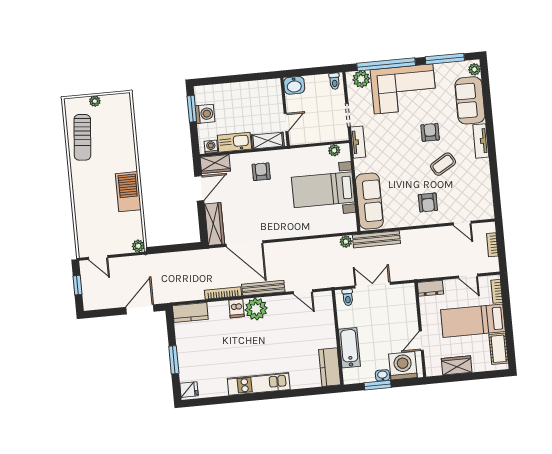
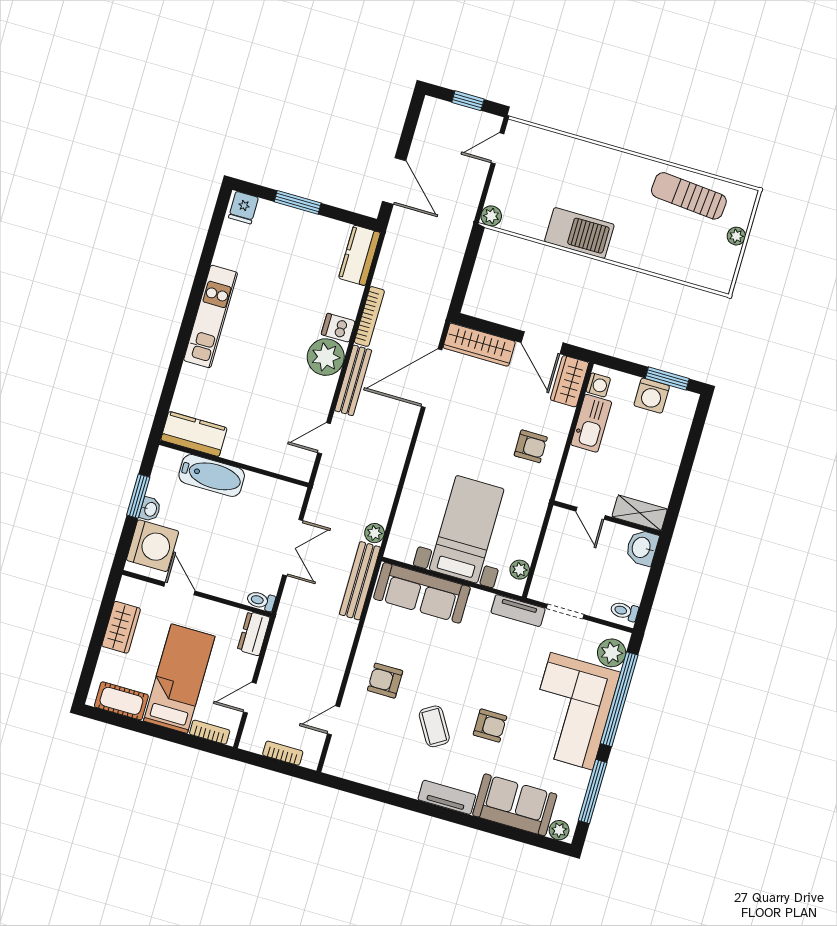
shelving: (268, 141) -> (640, 513), moved, turned 90
toilet: (348, 297) -> (261, 601), moved

